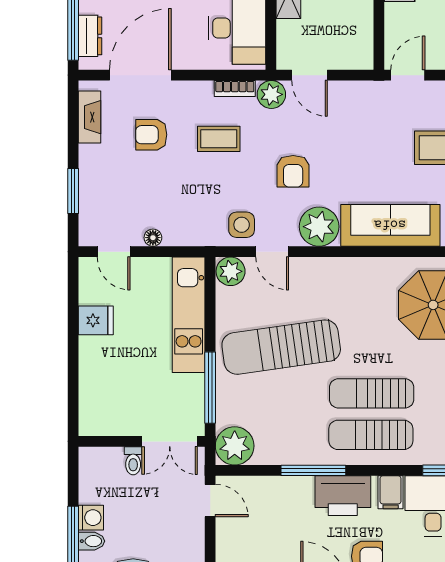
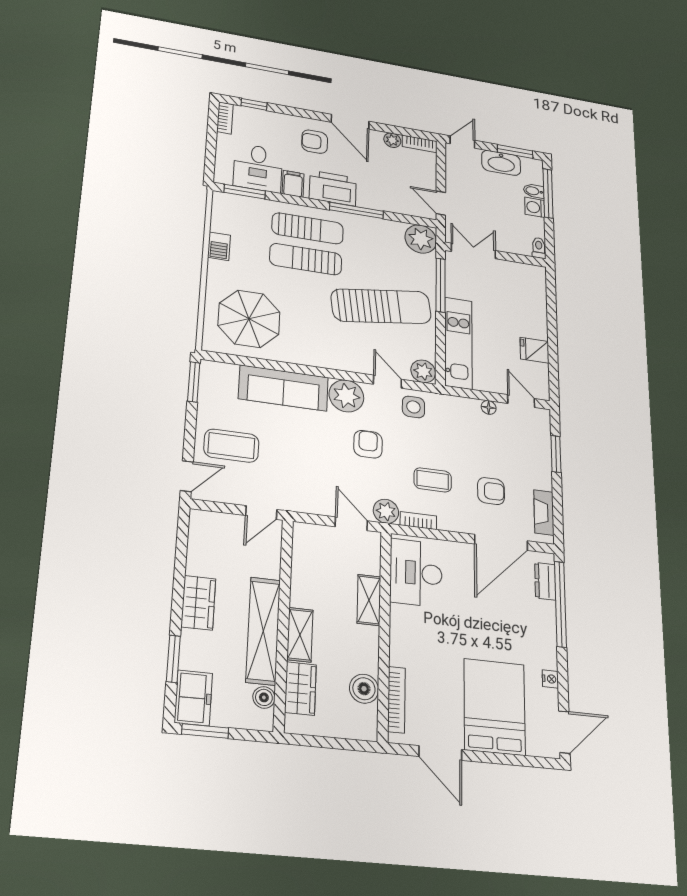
sun lounger: (372, 393) -> (306, 259), turned 180
toilet: (133, 461) -> (539, 248), moved

